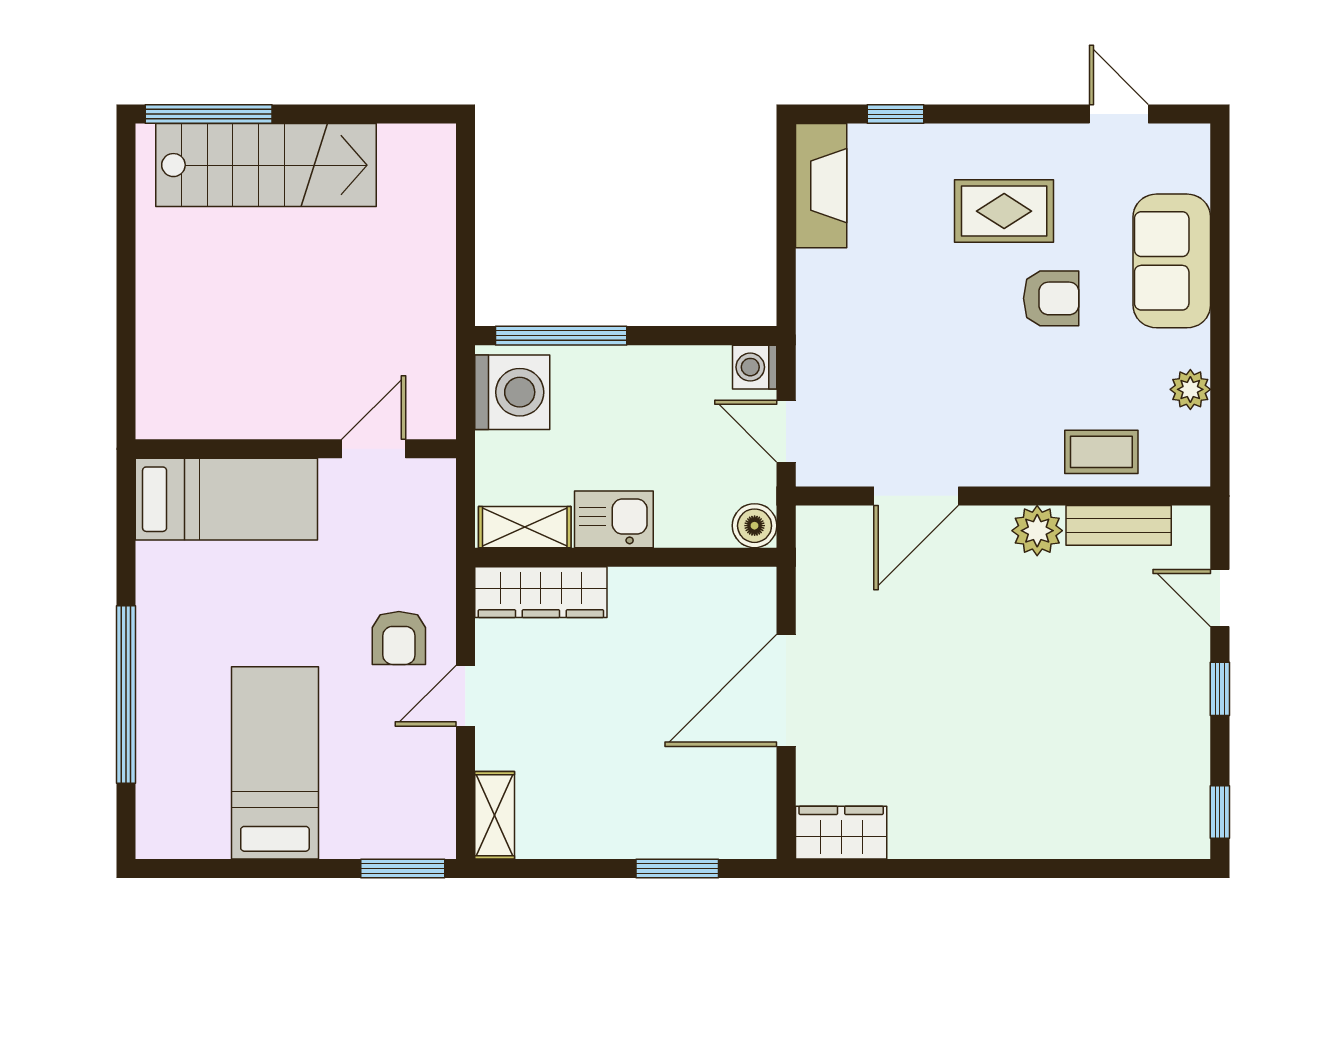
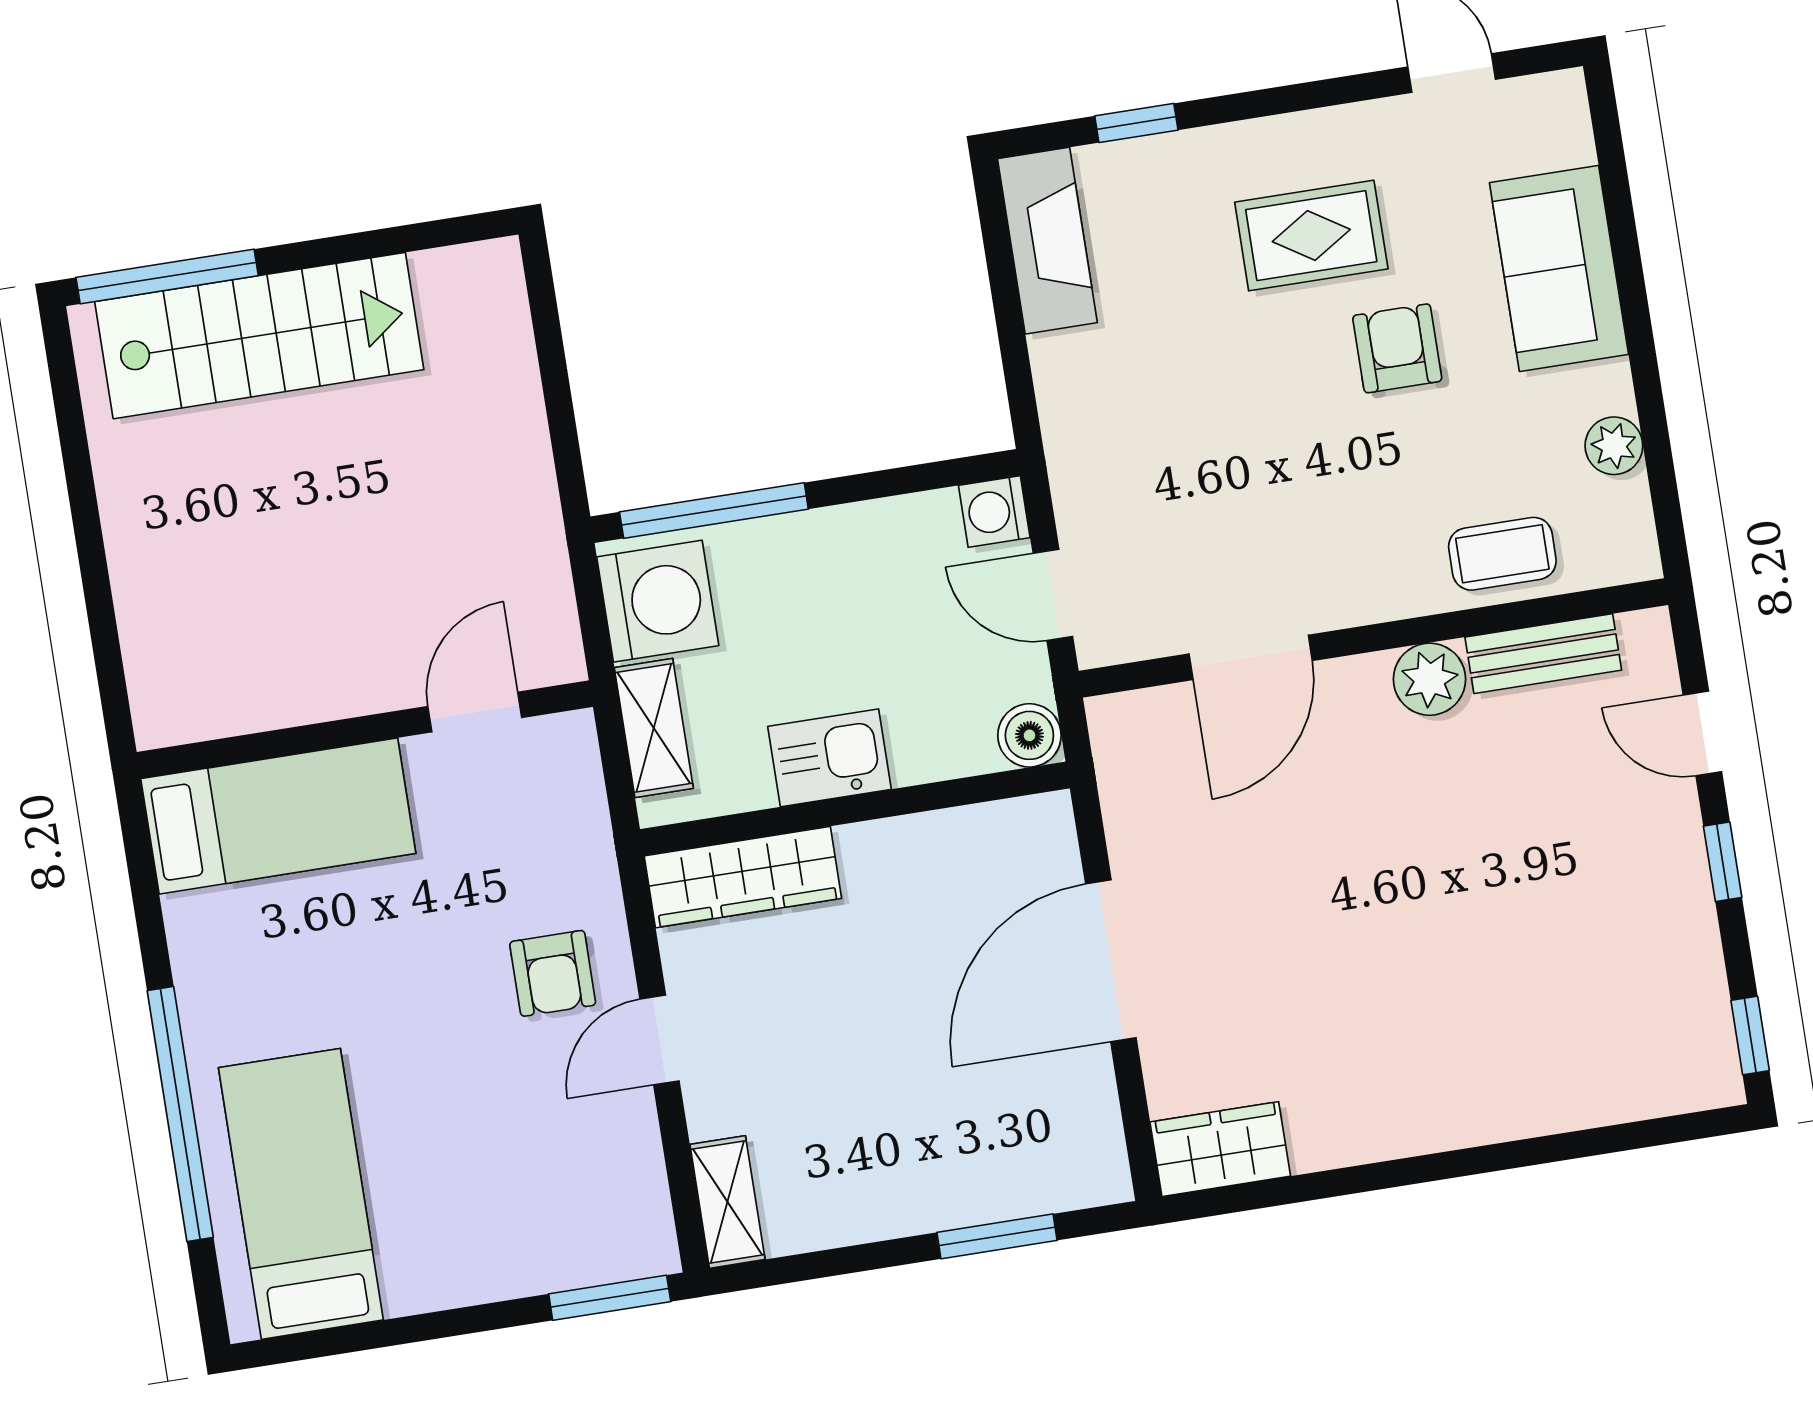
armchair: (1051, 298) -> (1397, 348), turned -90
shelving: (525, 527) -> (654, 728), moved, turned 90
bed: (275, 763) -> (301, 1194), moved

